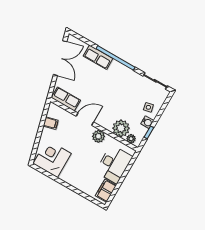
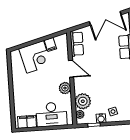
corner desk: (52, 158) -> (35, 57), moved, turned 75

